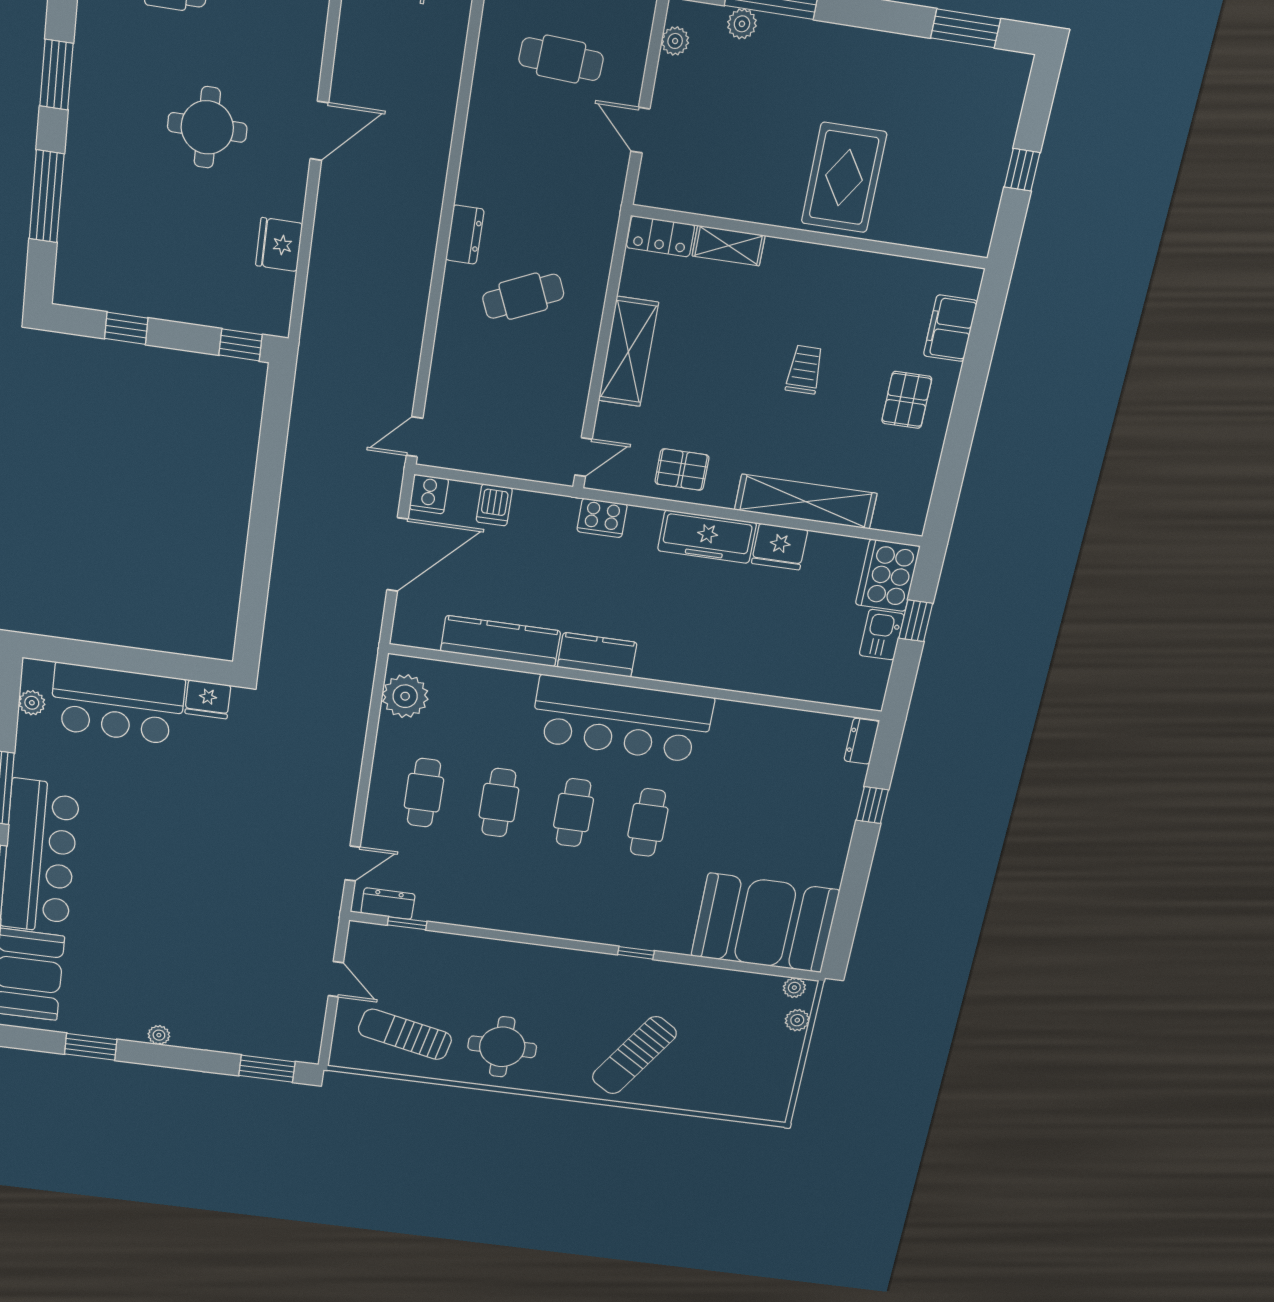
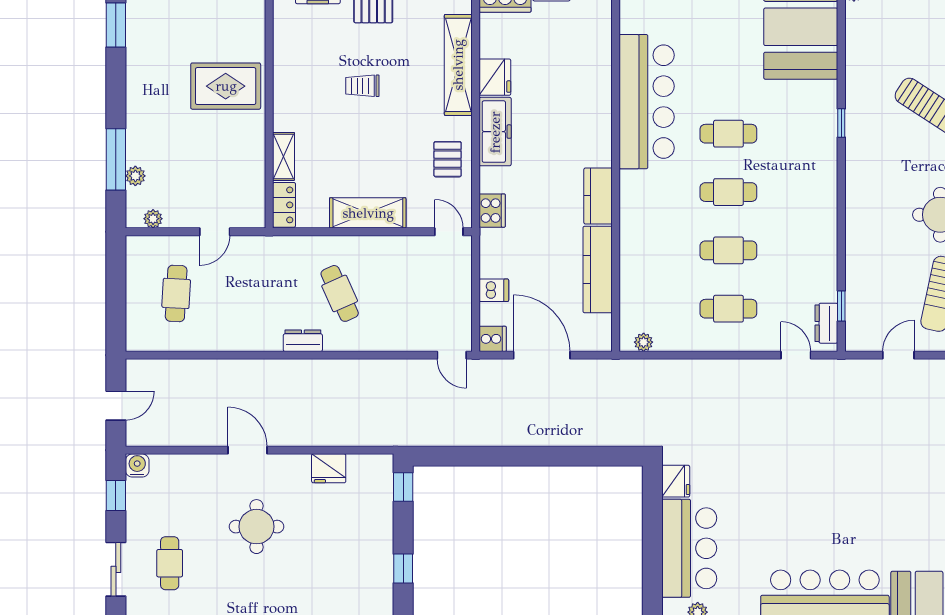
plant: (405, 696) -> (644, 342), width x0.53, depth x0.53
bar counter: (622, 719) -> (647, 102), moved

